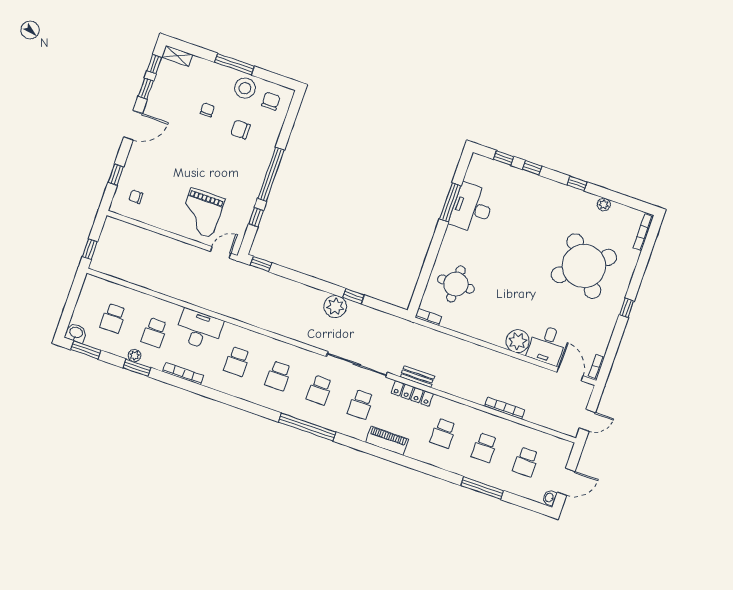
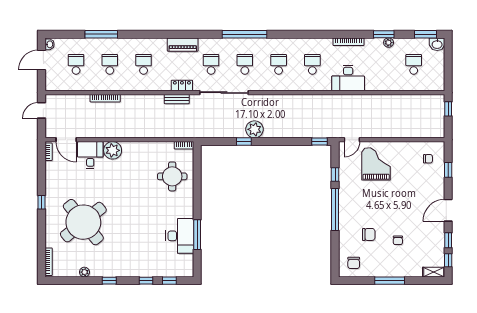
stool: (245, 88) -> (376, 266), removed
school desk: (154, 333) -> (380, 64), removed
locker: (412, 393) -> (182, 85), width x0.66

